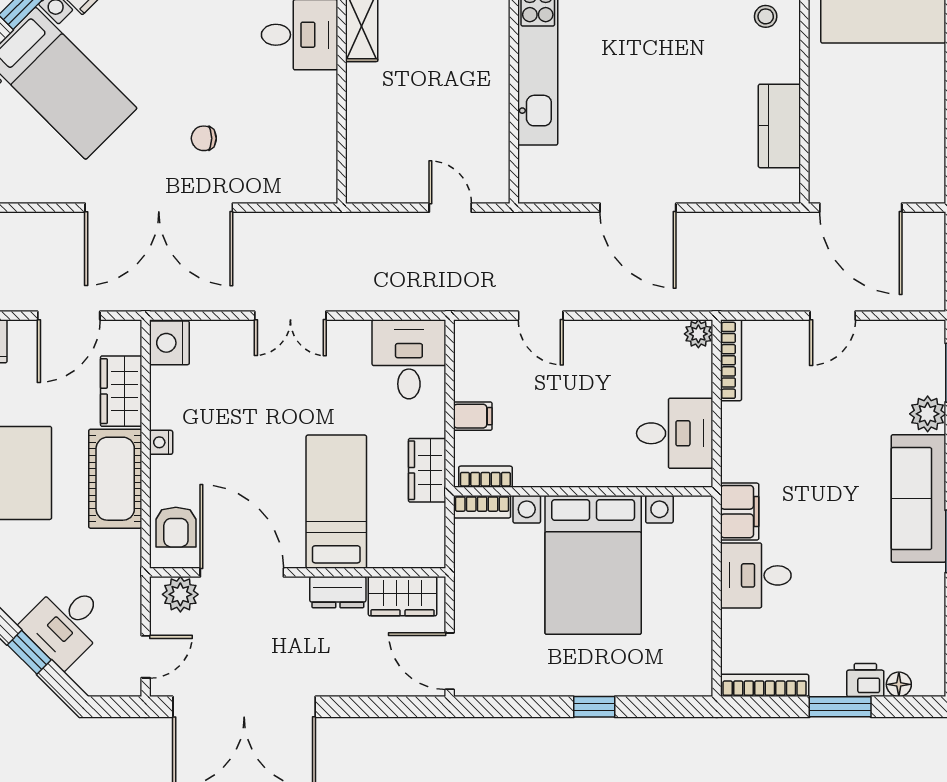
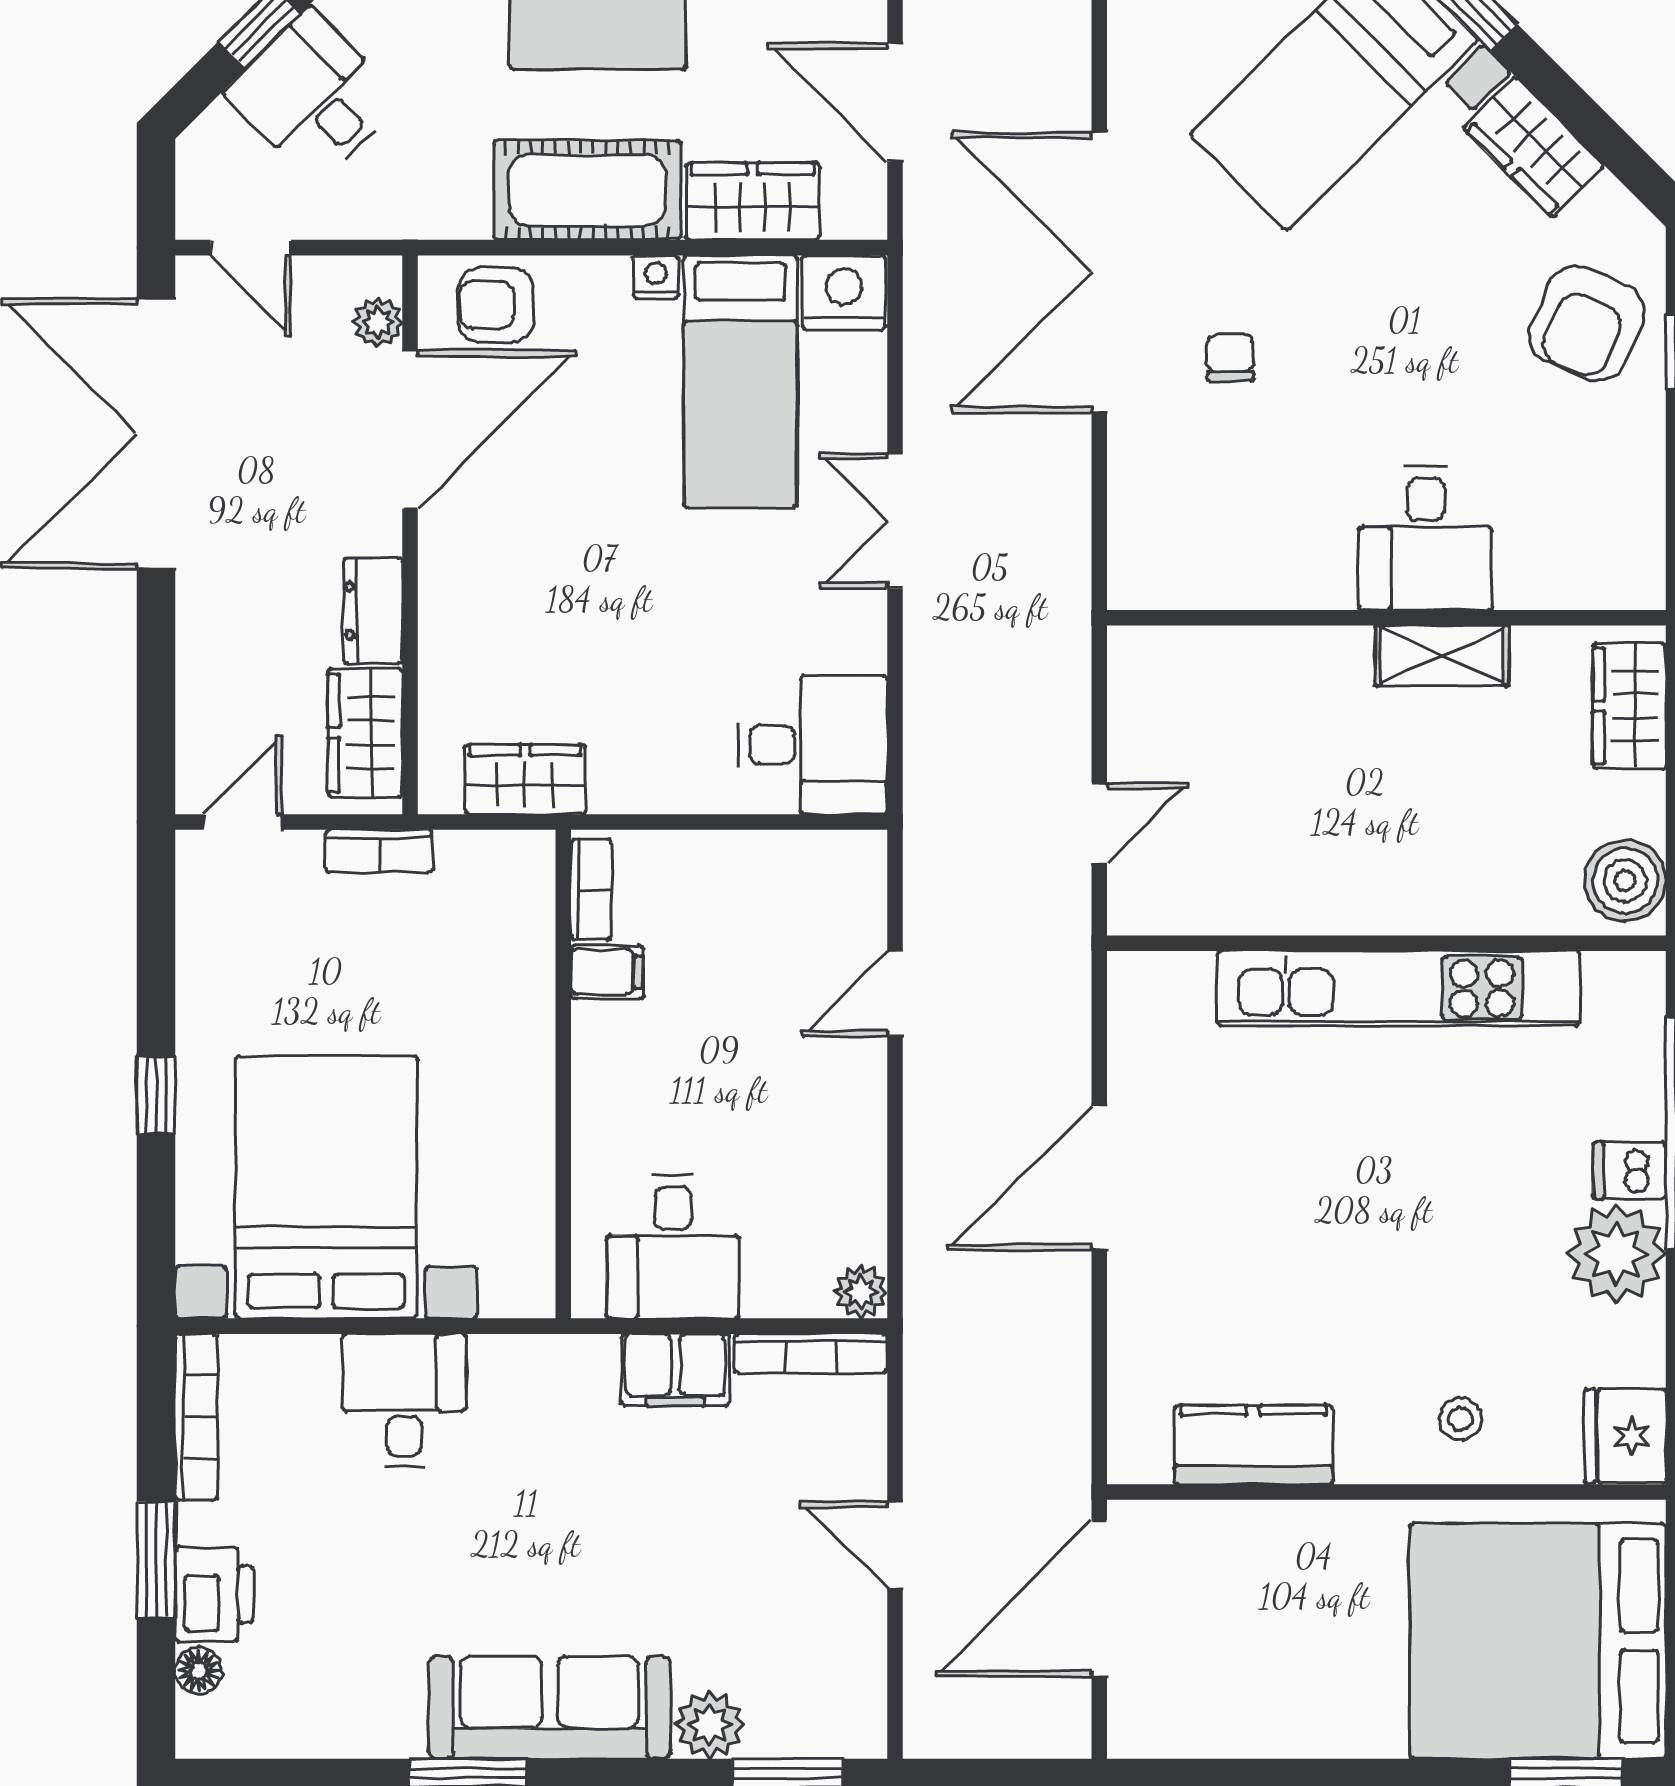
filing cabinet: (473, 416) -> (607, 972), moved, turned -90
wardrobe: (427, 470) -> (525, 779), moved
bed: (336, 502) -> (740, 381), moved, turned 90
bookcase: (482, 507) -> (379, 851), moved, turned -90
filing cabinet: (740, 512) -> (675, 1370), moved
bed with nightstands: (593, 565) -> (326, 1187), moved, turned 90
plant: (180, 594) -> (378, 322), width x0.73, depth x0.73
door: (450, 661) -> (242, 822), width x0.73
printer: (865, 680) -> (214, 1595), width x1.36, depth x1.24

